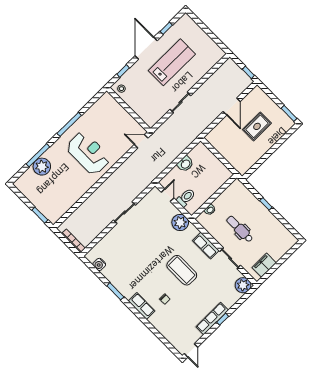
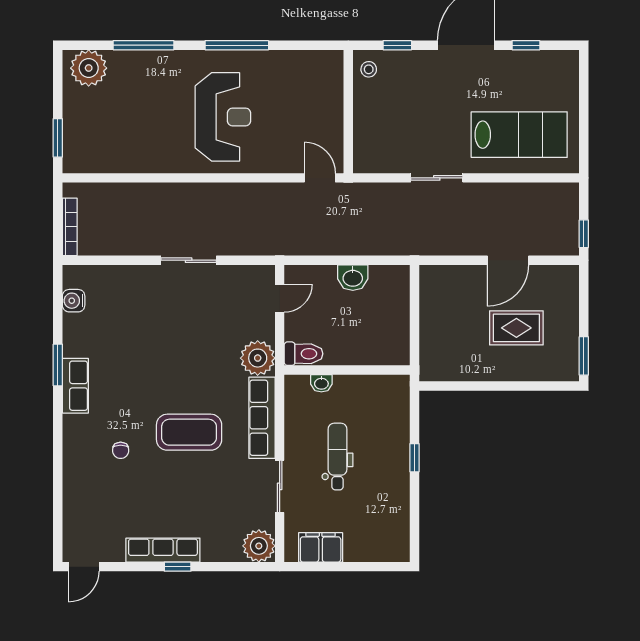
lab bench: (172, 62) -> (519, 135), moved
plant: (42, 167) -> (89, 68), moved
toilet: (186, 198) -> (303, 354), moved
row of seats: (206, 246) -> (262, 418), width x1.48
coffee table: (182, 270) -> (189, 432), turned 90
row of seats: (142, 306) -> (75, 386), moved

